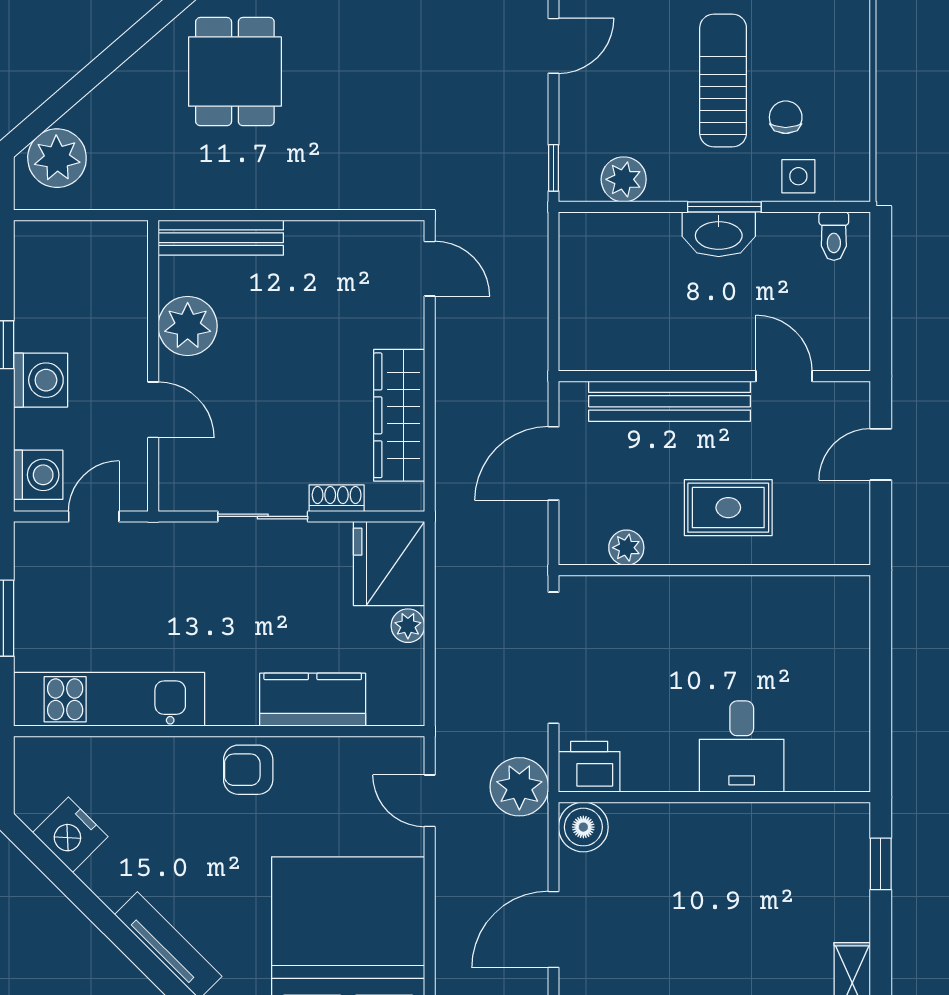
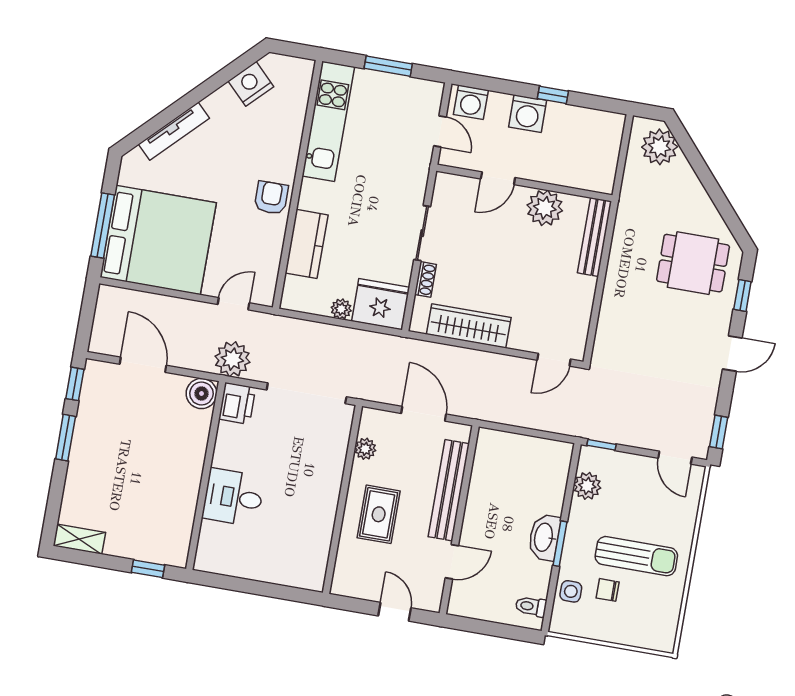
chair: (786, 117) -> (608, 590), turned 180

